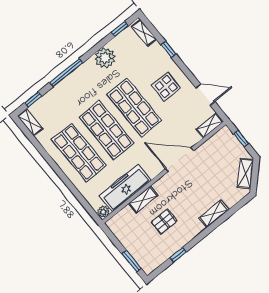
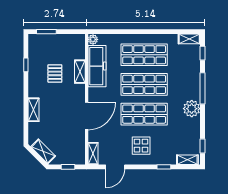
plant: (105, 58) -> (192, 109), moved

